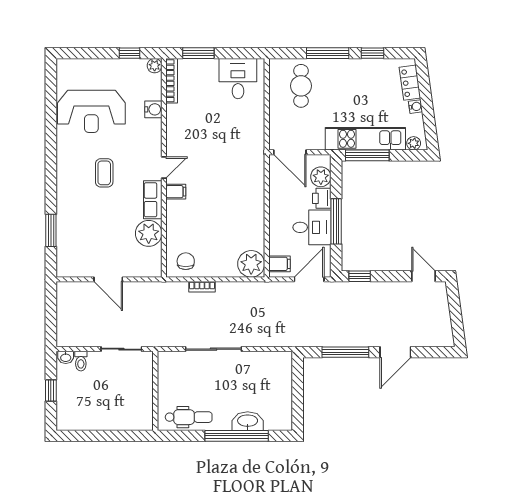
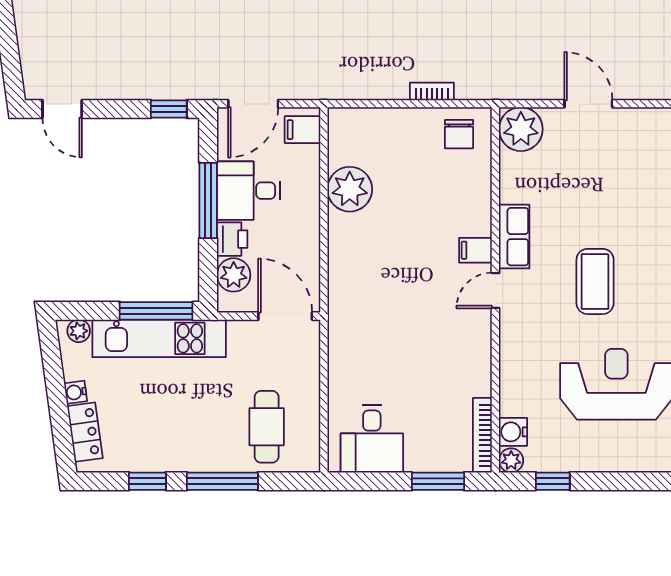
water cooler: (153, 109) -> (513, 432), moved
coffee table: (104, 173) -> (595, 281), width x1.36, depth x1.30
plant: (149, 233) -> (521, 129), moved
plant: (251, 264) -> (350, 189), moved

